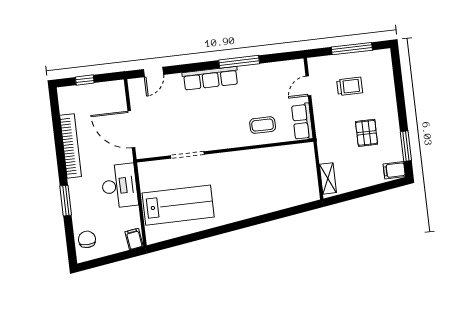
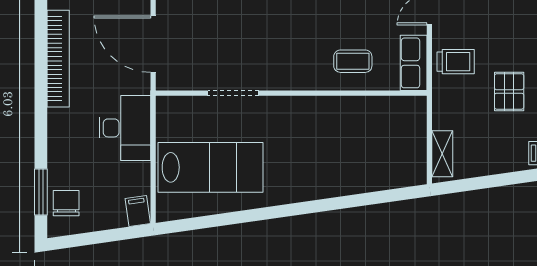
trolley: (350, 86) -> (456, 62), moved
window: (66, 201) -> (41, 192), moved

